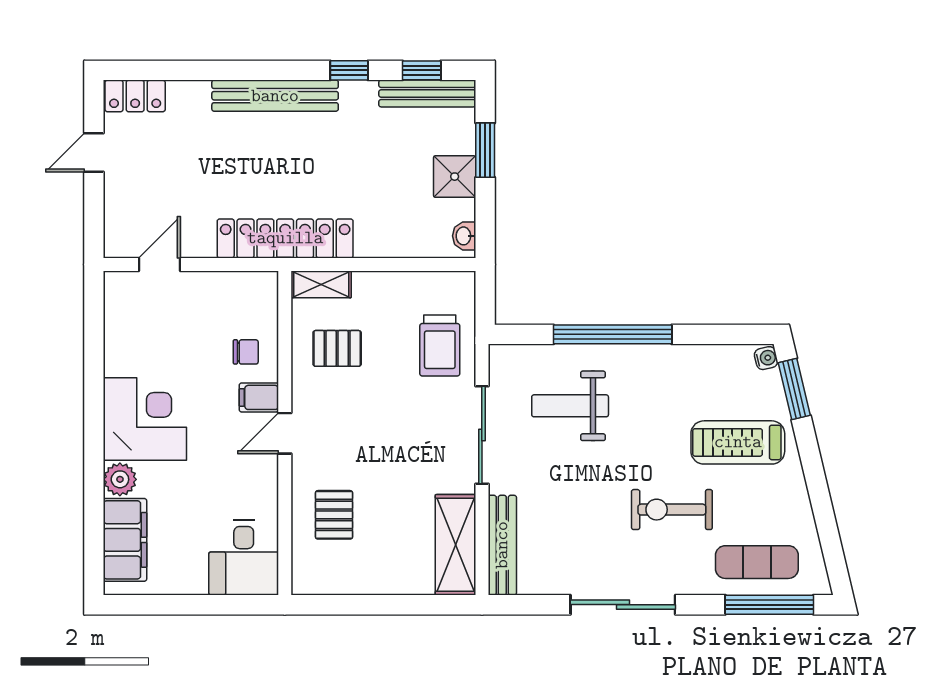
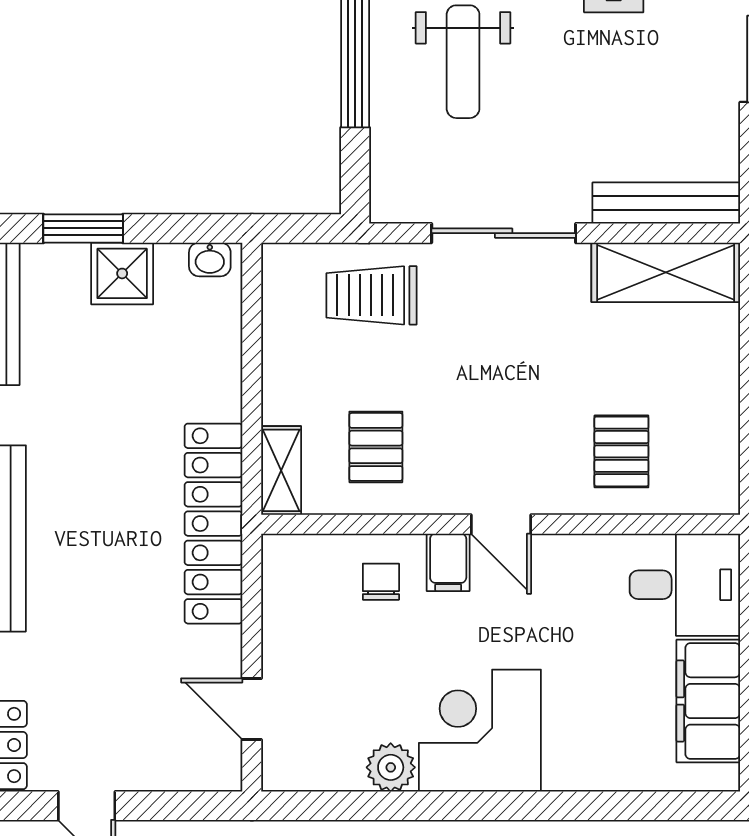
trolley: (440, 345) -> (371, 295), turned 180
weight bench: (570, 406) -> (463, 62), moved
plant: (120, 479) -> (391, 767), moved
pallet: (334, 515) -> (621, 451), turned 90
filing cabinet: (125, 540) -> (708, 701), moved, turned -90

